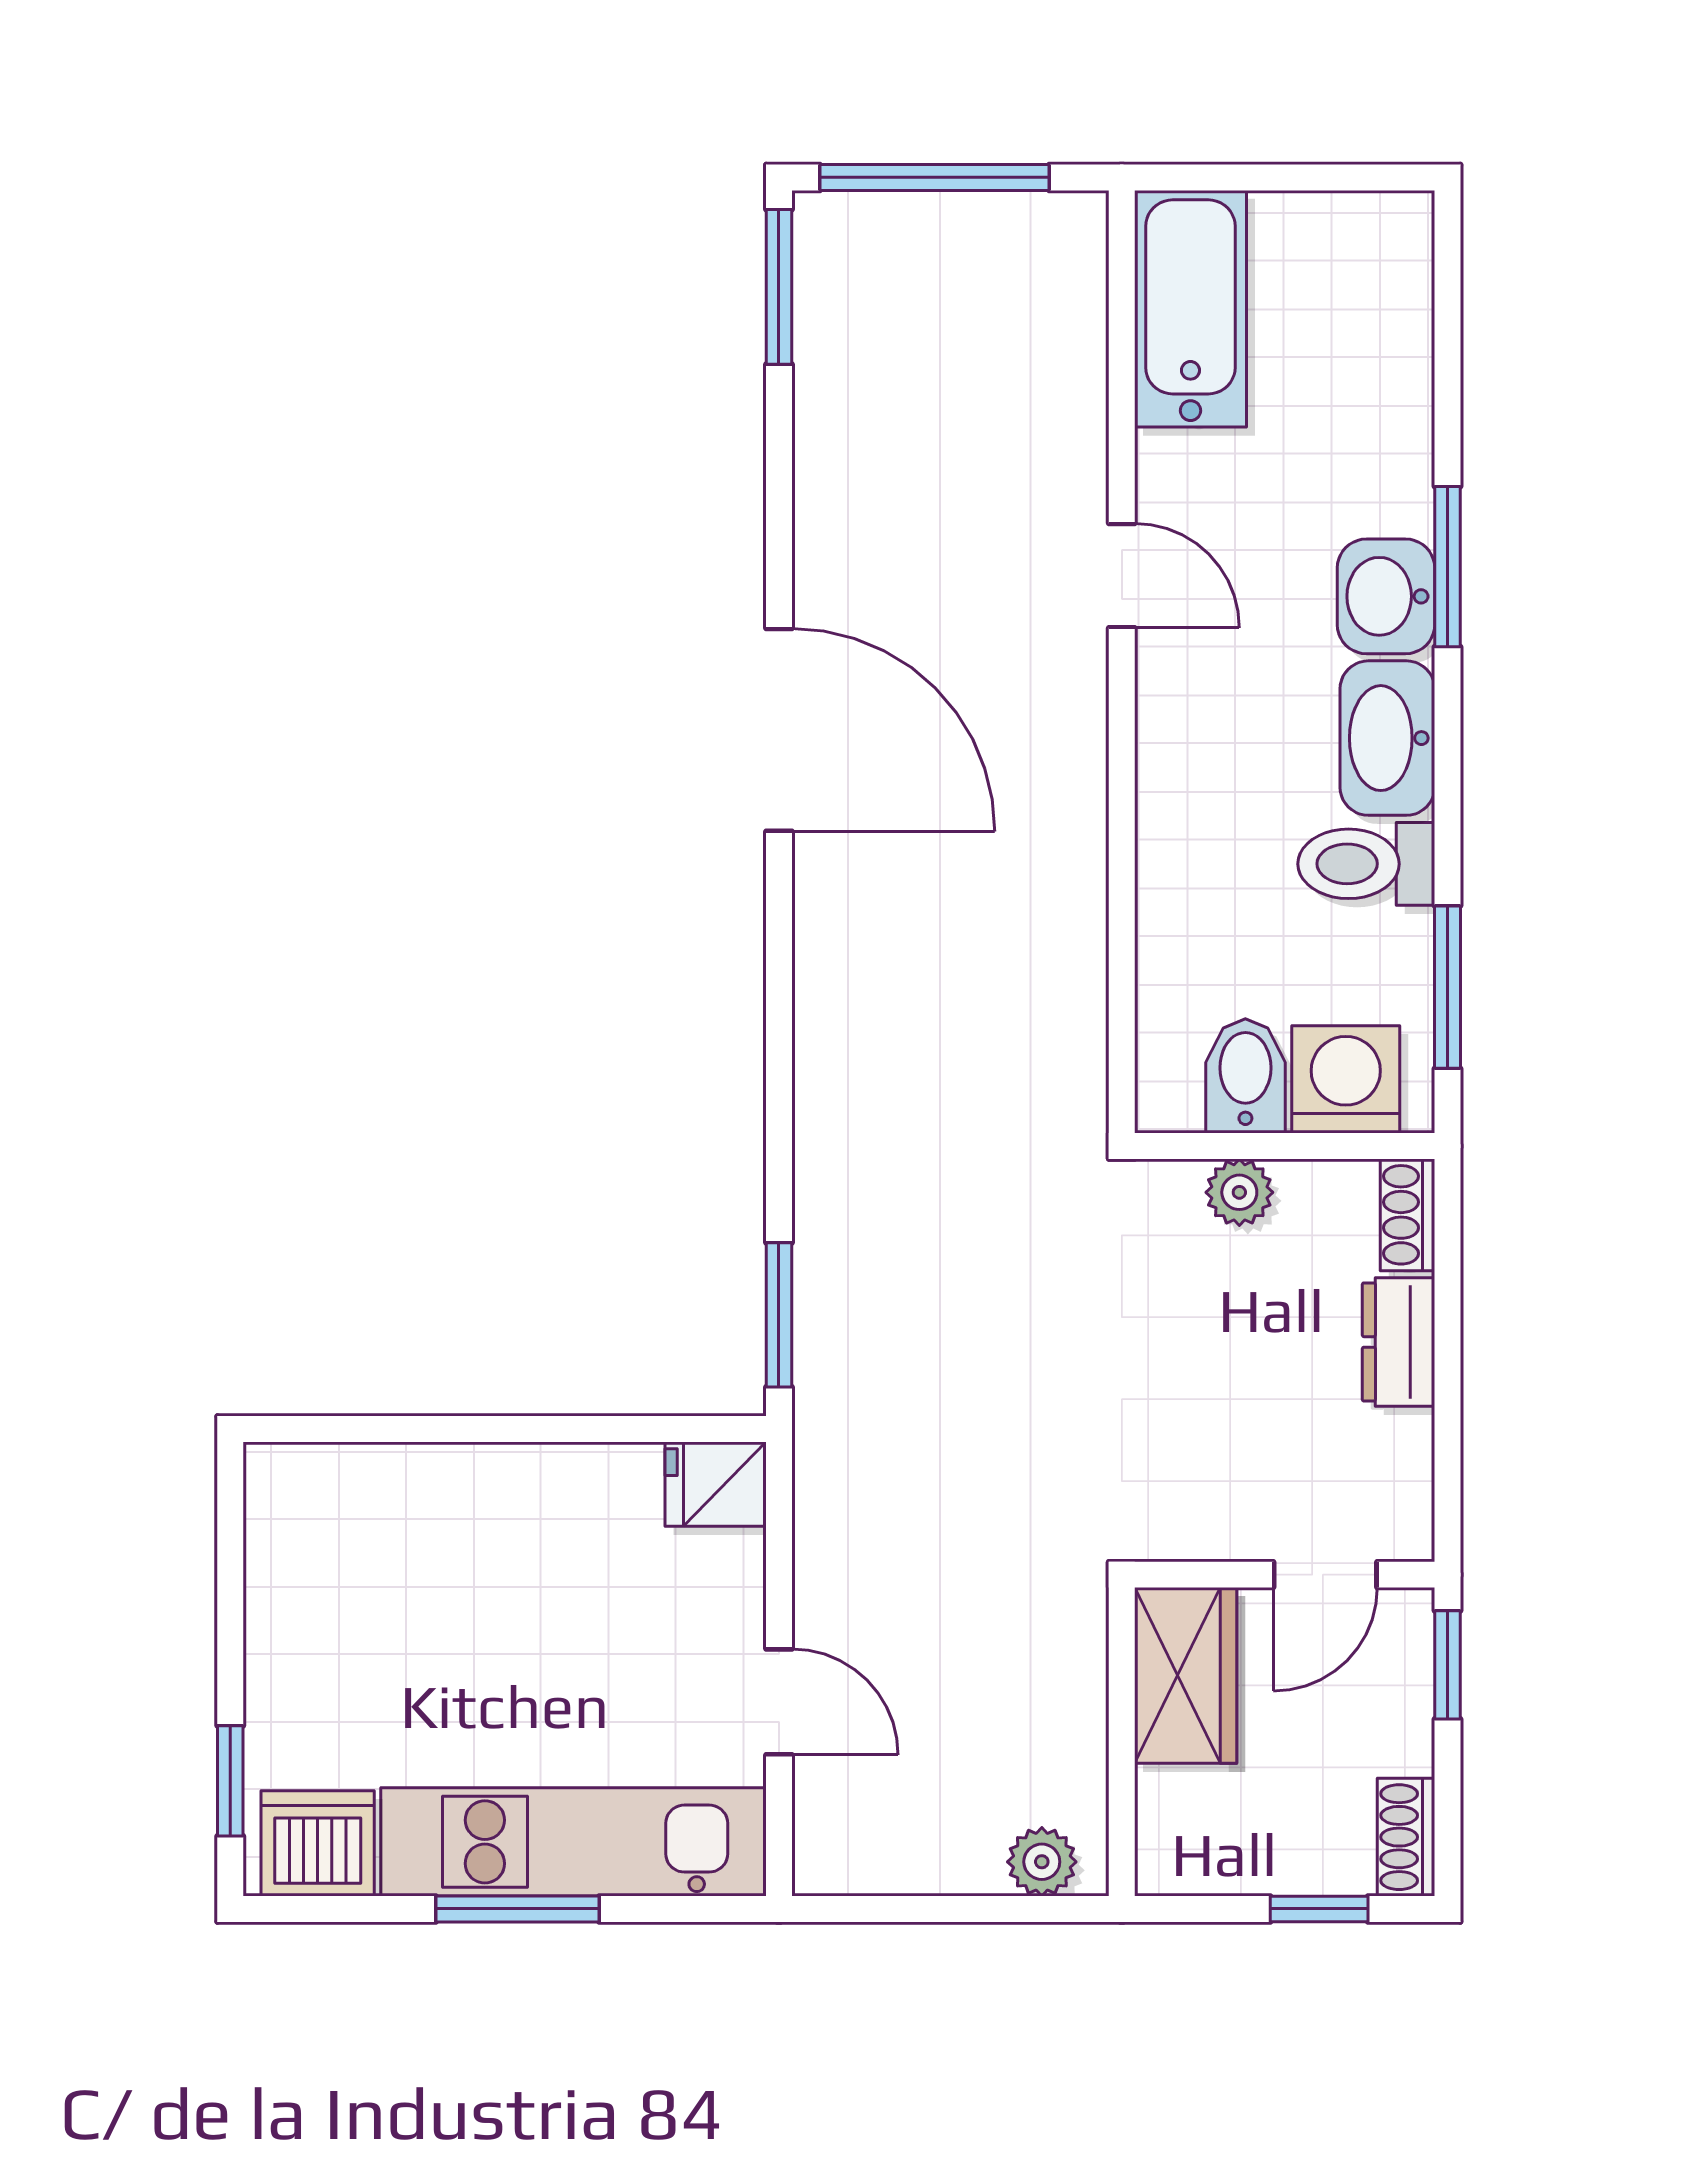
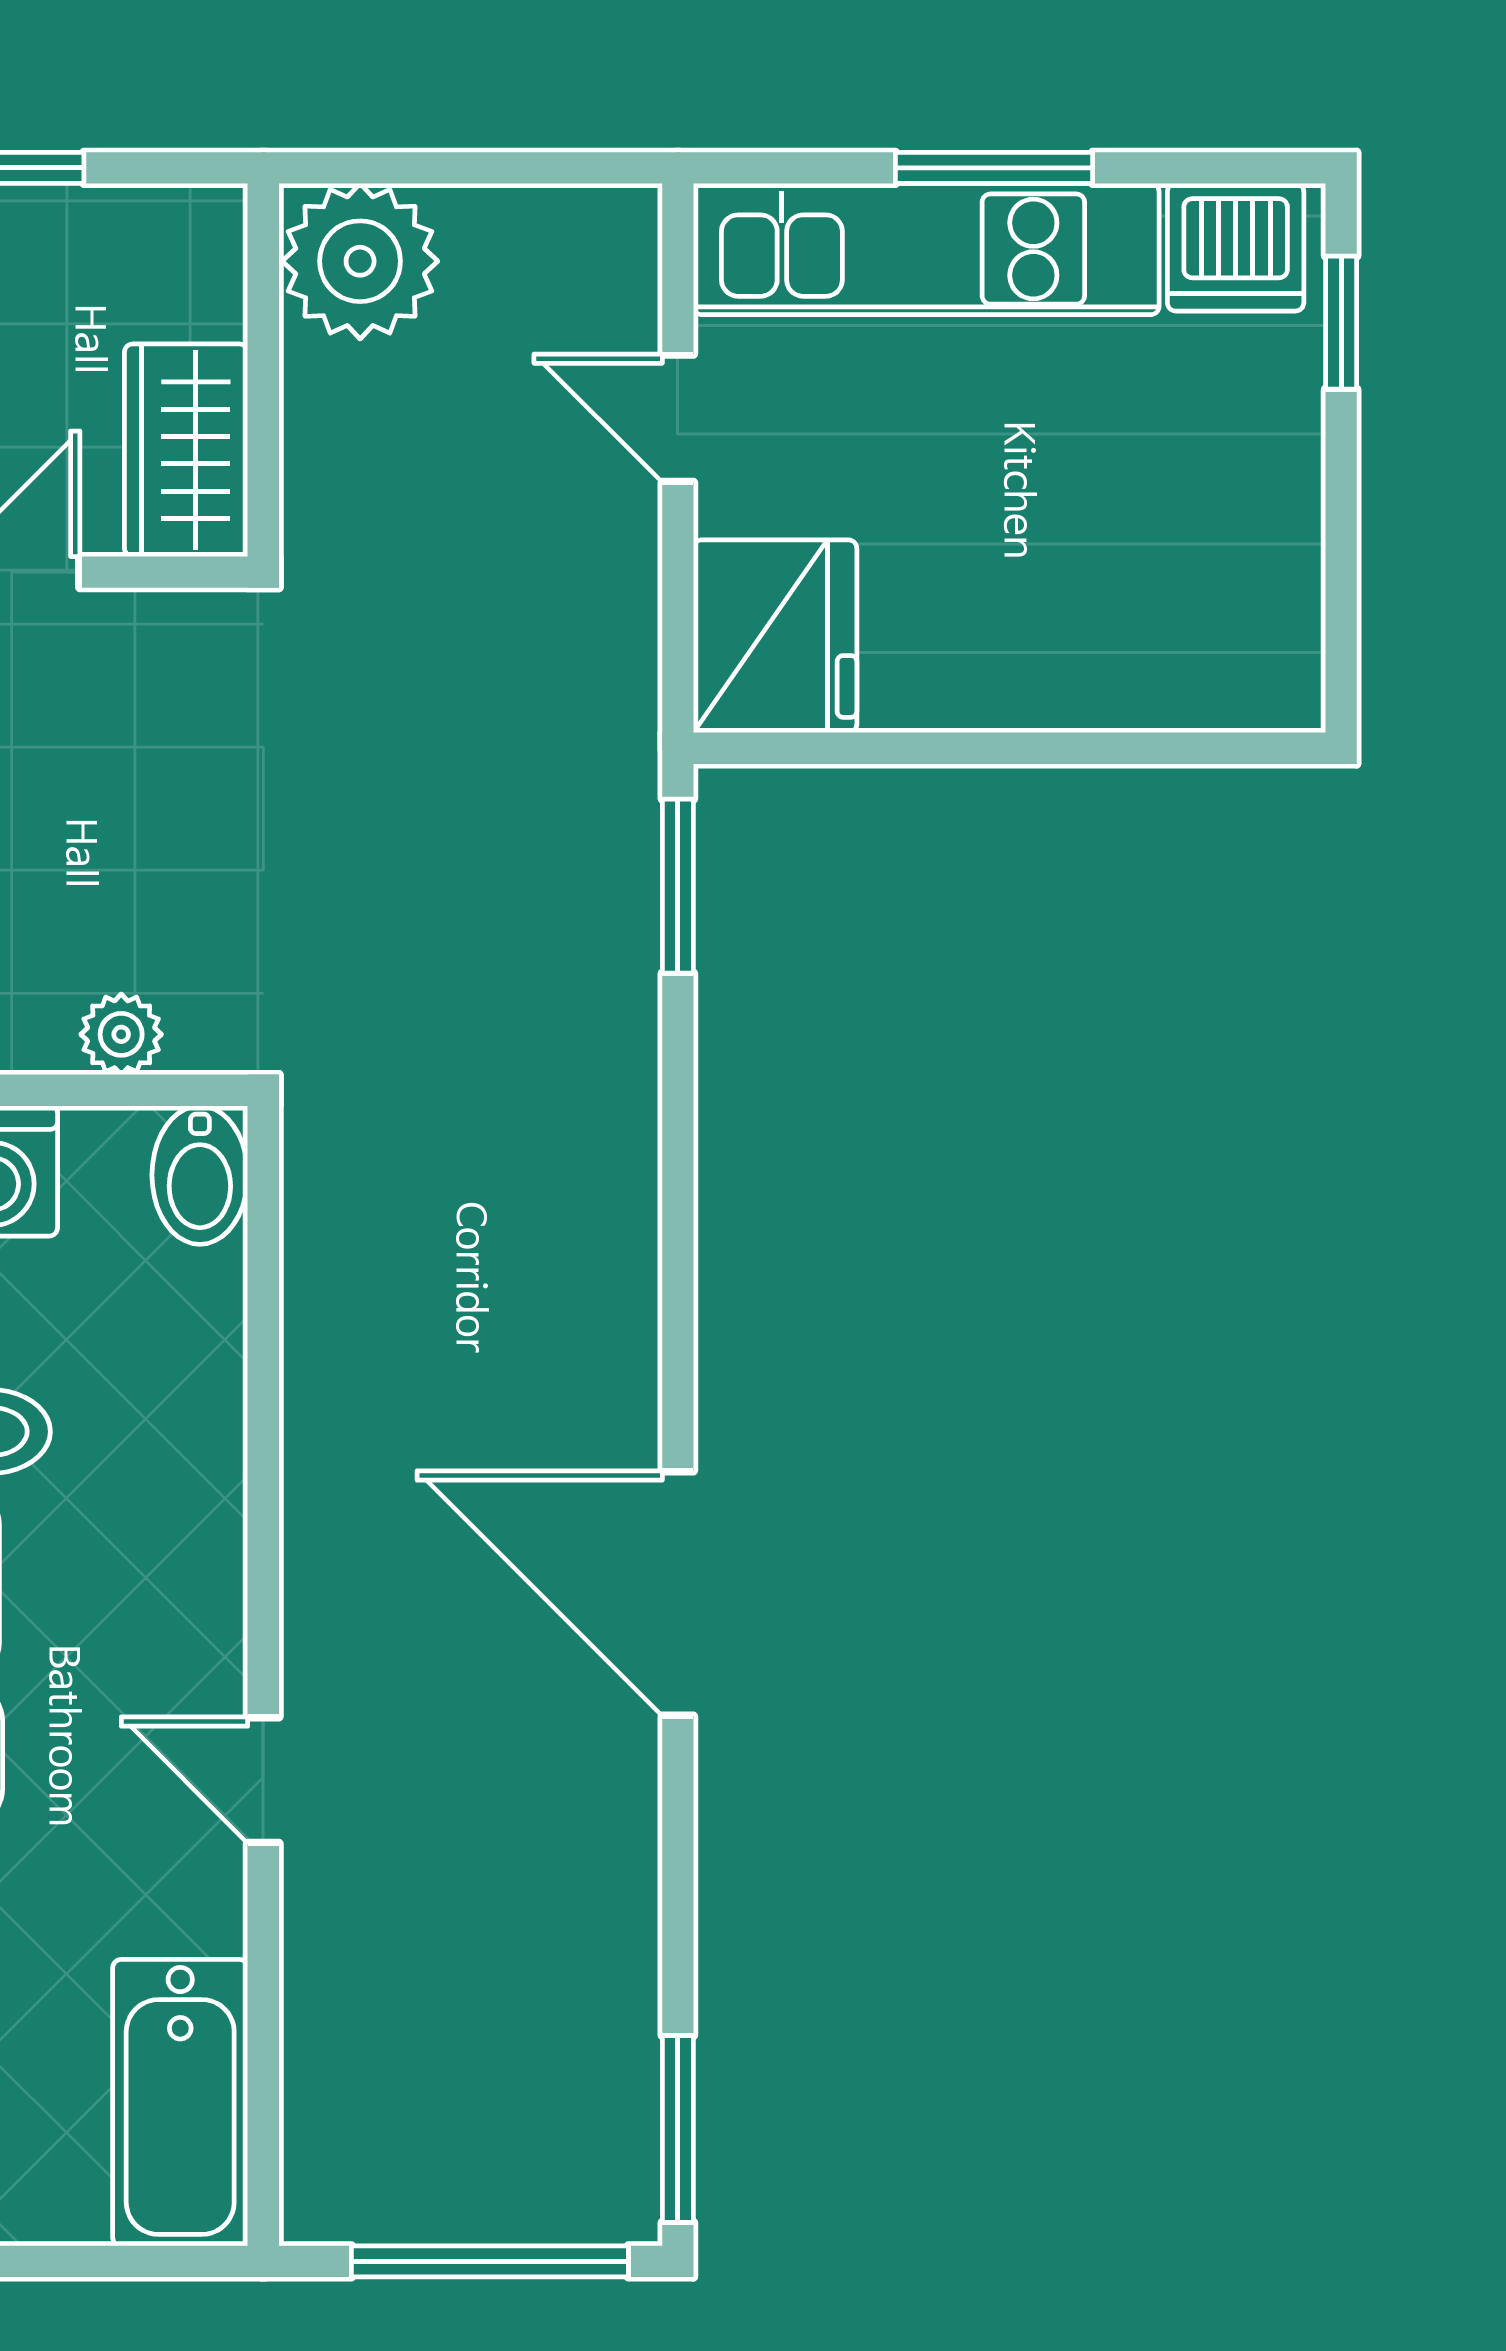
bidet: (1245, 1076) -> (200, 1175), moved
fridge: (716, 1484) -> (775, 636), width x1.88, depth x1.34
plant: (1042, 1862) -> (360, 261), width x1.88, depth x1.88

